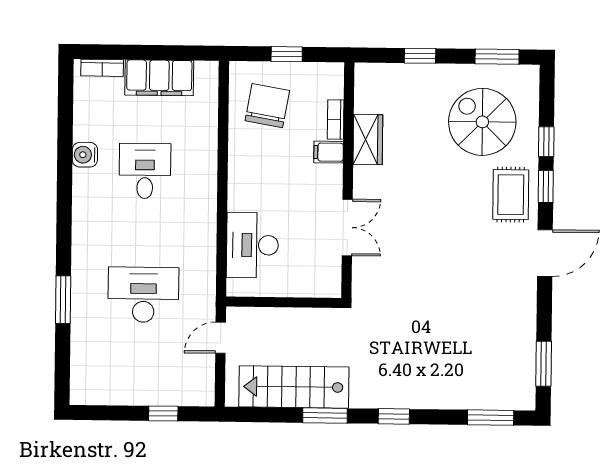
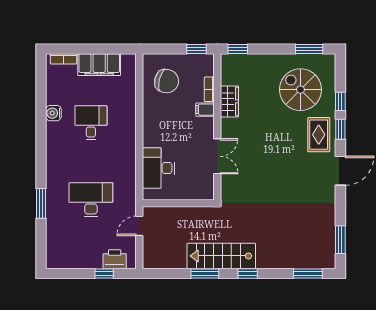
window: (287, 54) -> (196, 49), moved
window: (420, 56) -> (238, 49), moved
chair: (267, 106) -> (167, 81), turned 94
stairs: (294, 387) -> (221, 256), moved
printer: (180, 391) -> (115, 259), added

